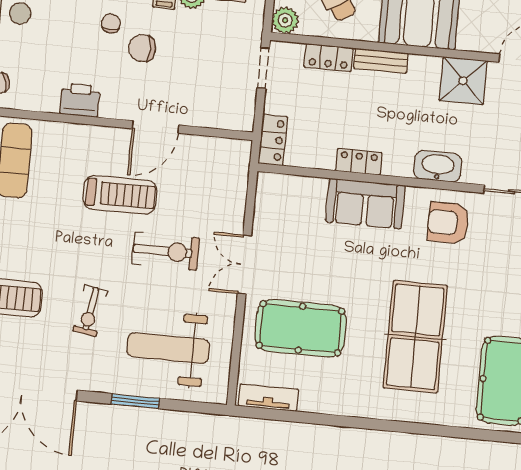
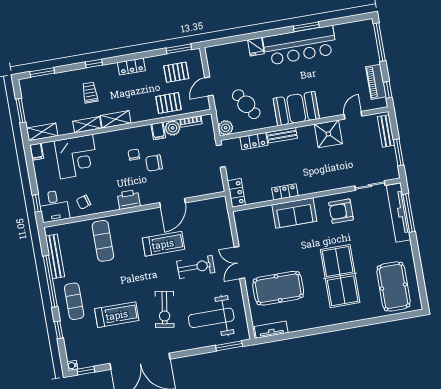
washbasin: (438, 166) -> (327, 183), removed
exercise bike: (90, 311) -> (165, 309), width x1.38, depth x1.39
window: (135, 401) -> (229, 346), moved

